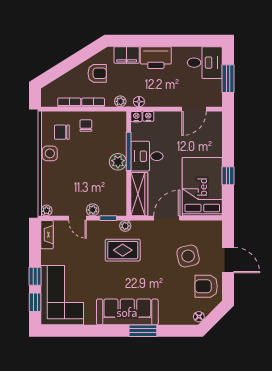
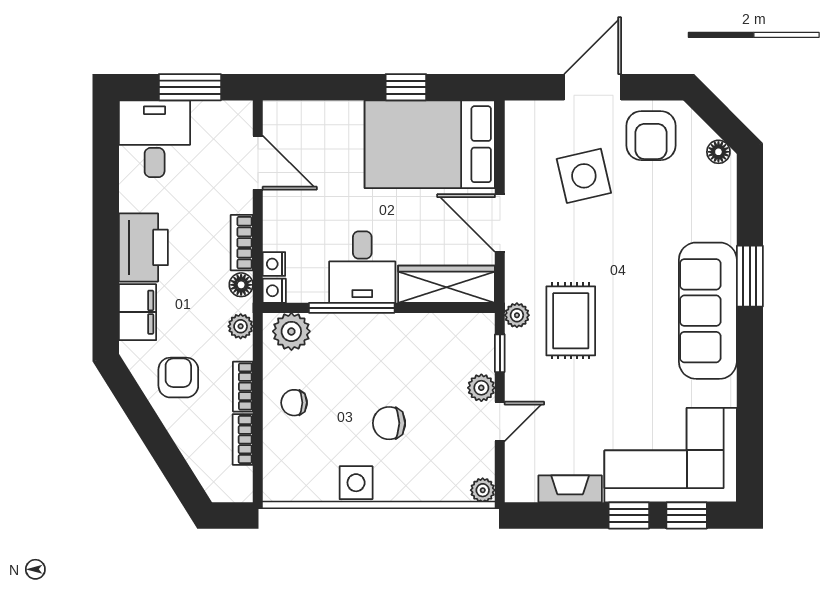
bookcase: (158, 102) -> (242, 243), added
chair: (62, 132) -> (389, 423), moved, turned 90
plant: (118, 162) -> (291, 331), moved
fireplace: (47, 235) -> (570, 489), moved

